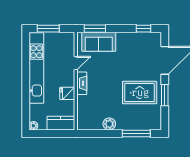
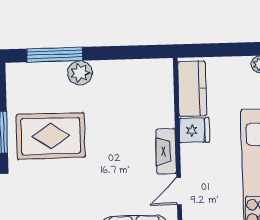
kitchen counter: (61, 123) -> (192, 89), moved, turned -90
plant: (109, 124) -> (80, 73), moved

